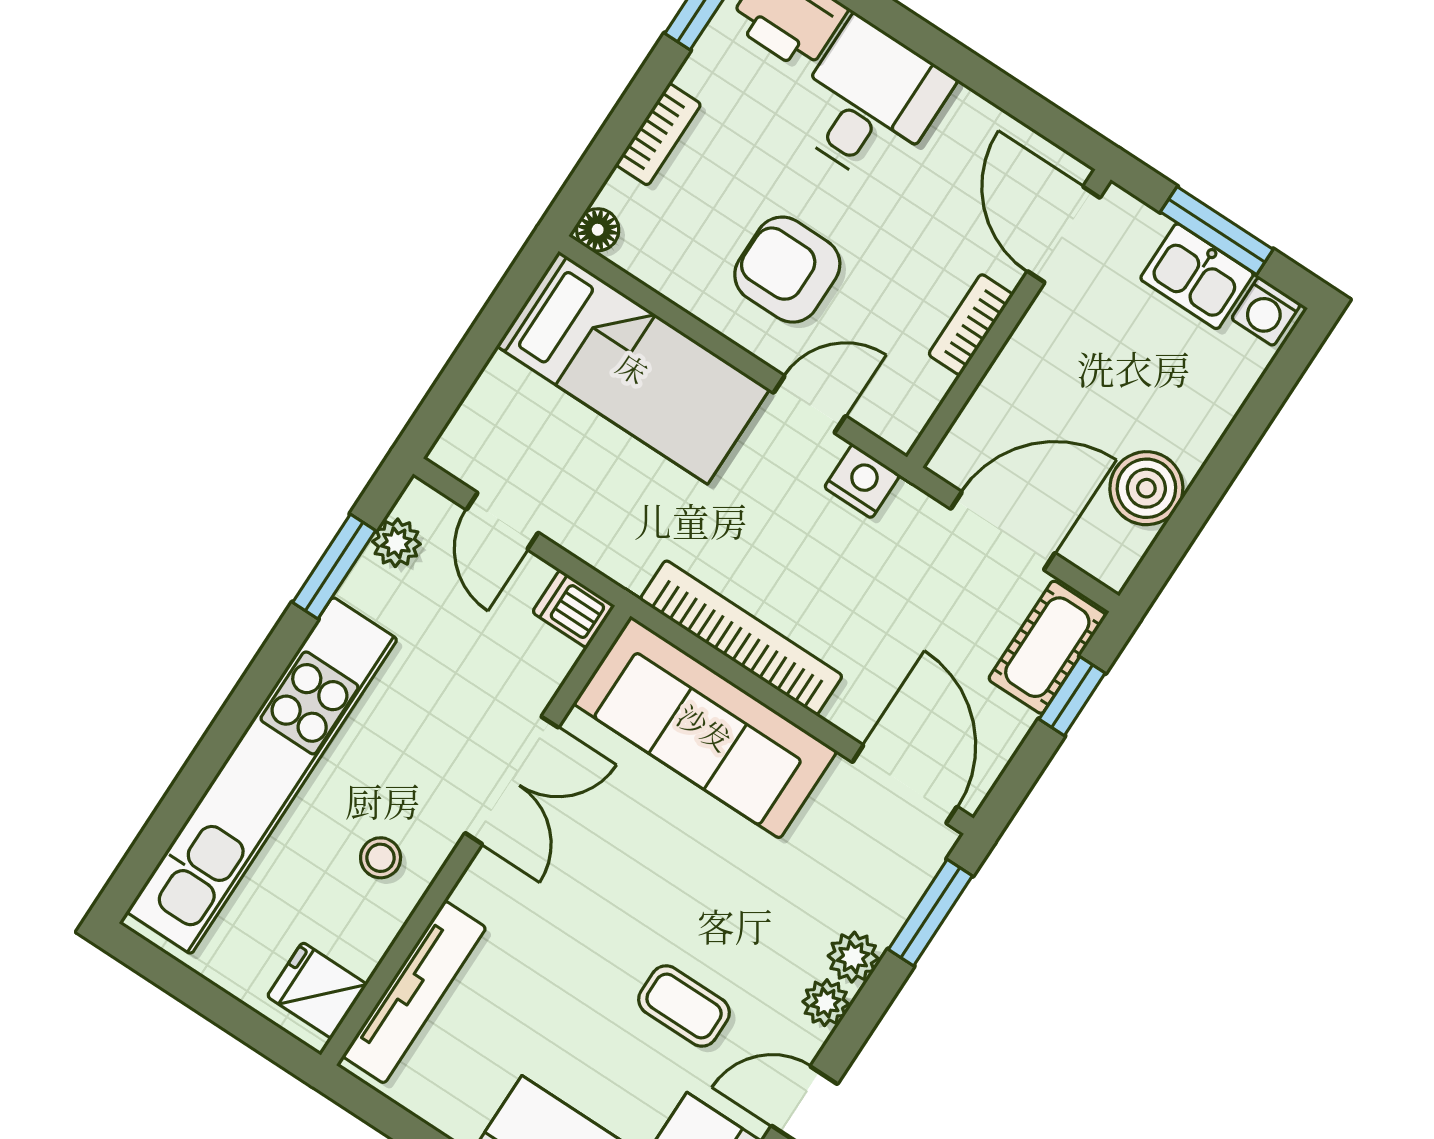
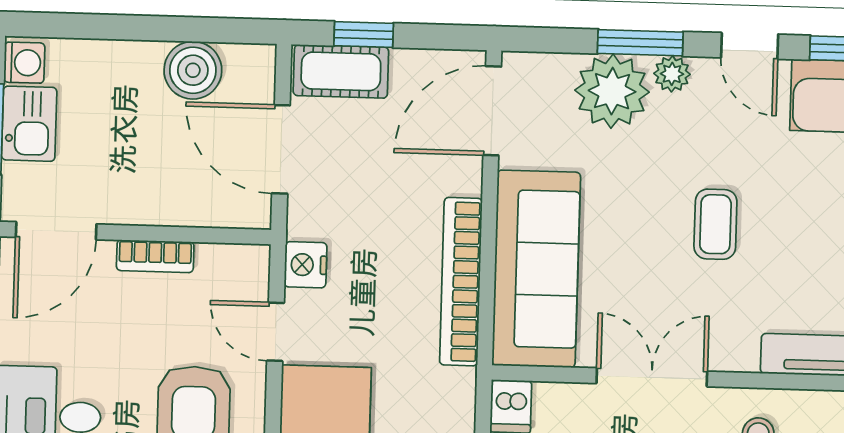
window: (930, 913) -> (640, 43), moved
plant: (853, 957) -> (612, 91), width x1.88, depth x1.88
coffee table: (684, 1006) -> (715, 224), moved

